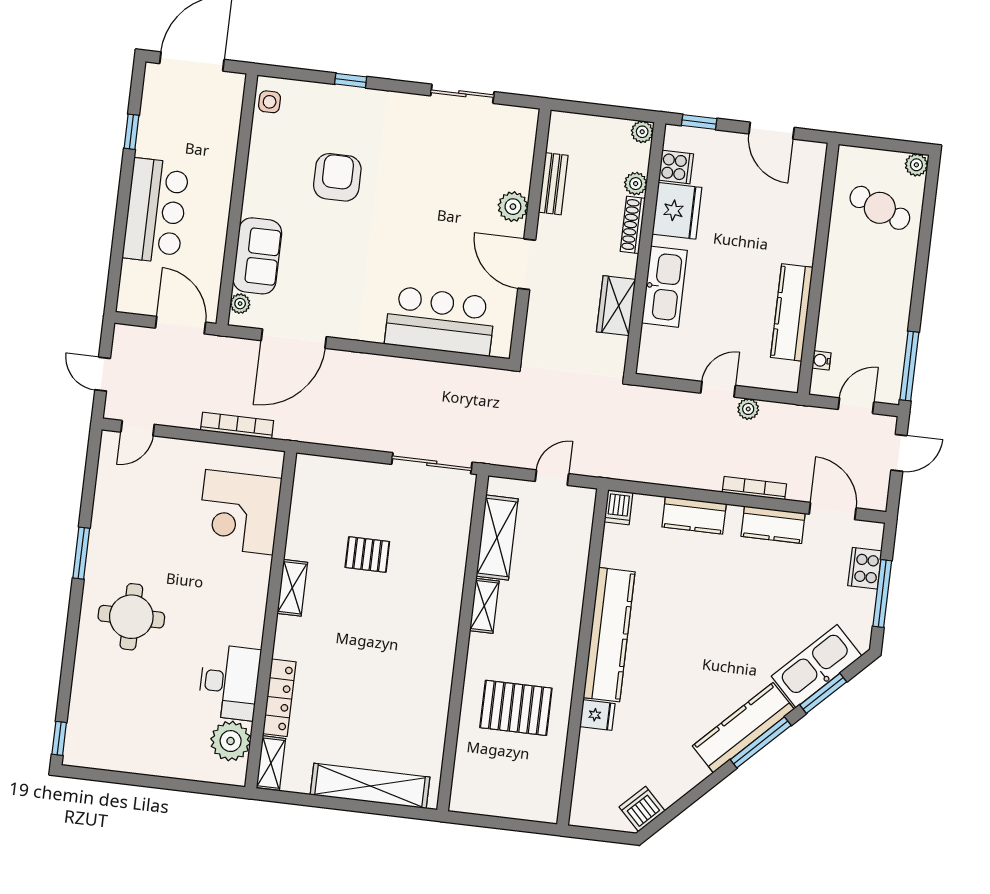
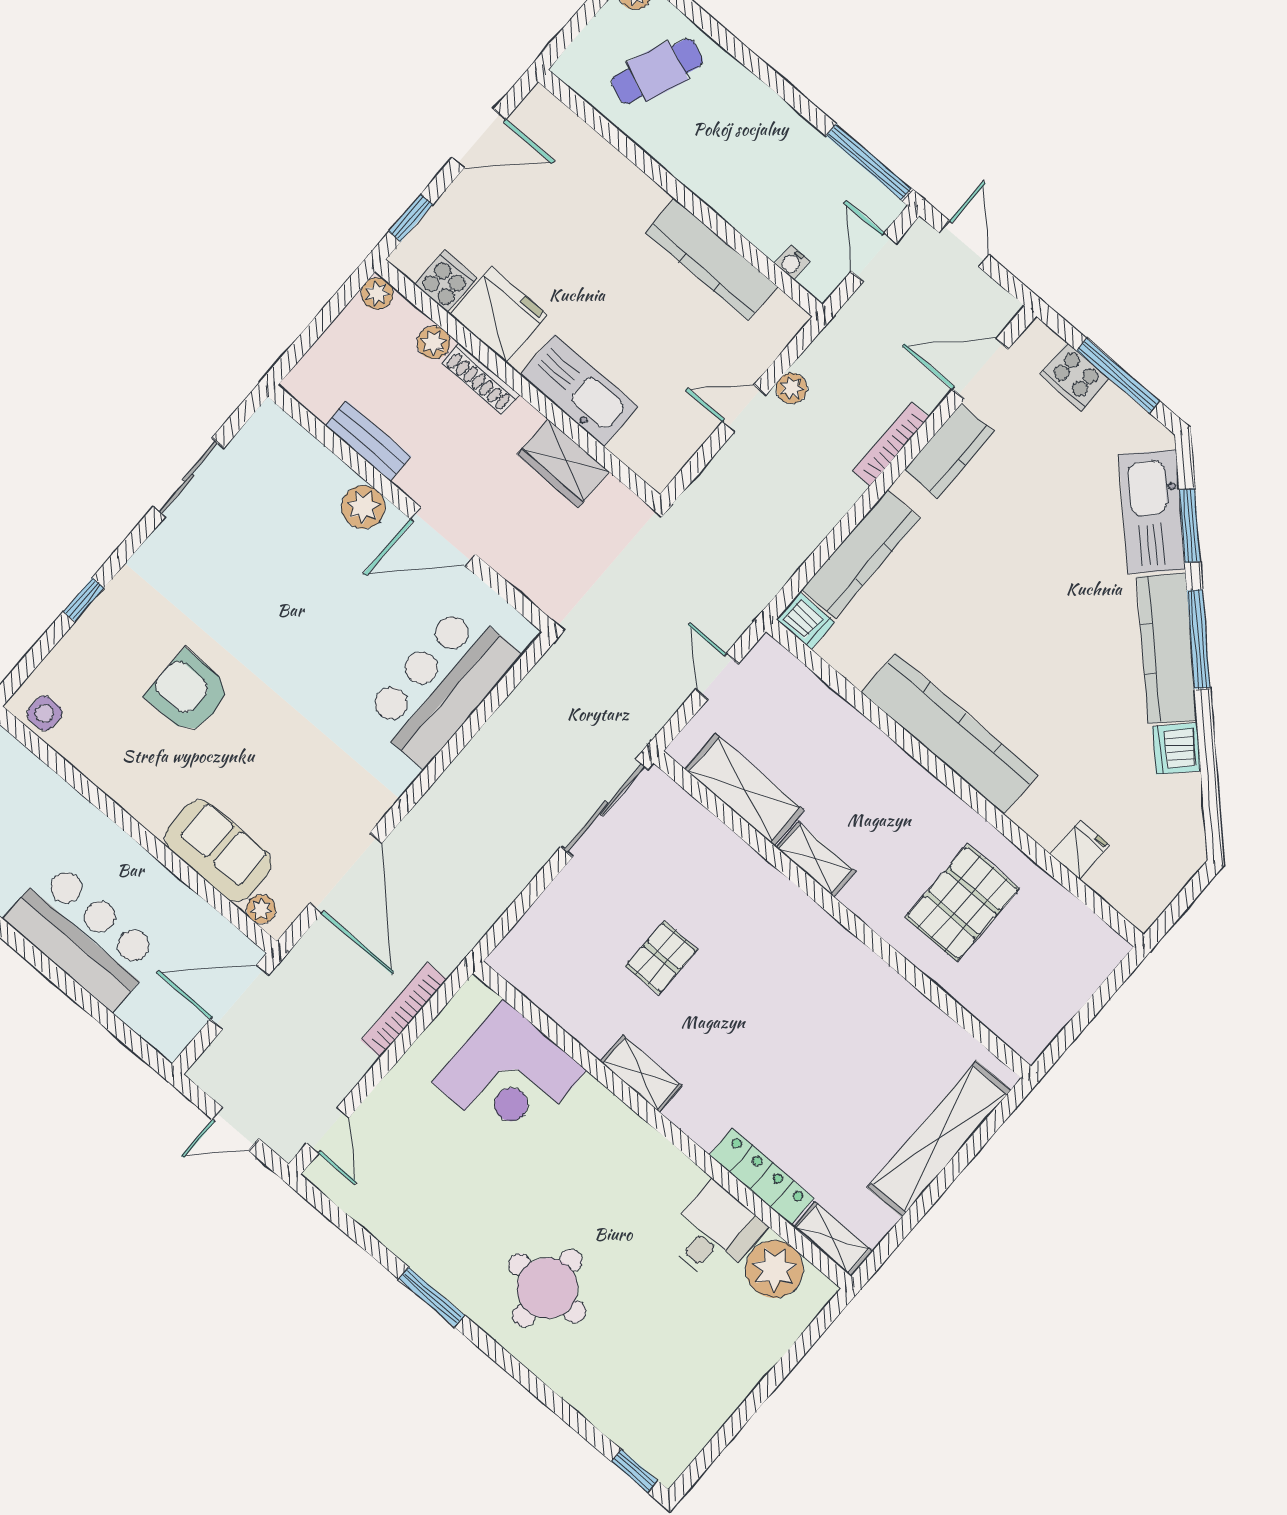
door: (718, 389) -> (744, 408), hinge flipped
kitchen counter: (694, 515) -> (861, 554), width x1.50
desk: (229, 682) -> (714, 1233), width x0.73
fridge: (597, 715) -> (1080, 850), moved
dishwasher: (642, 809) -> (1177, 749), moved

